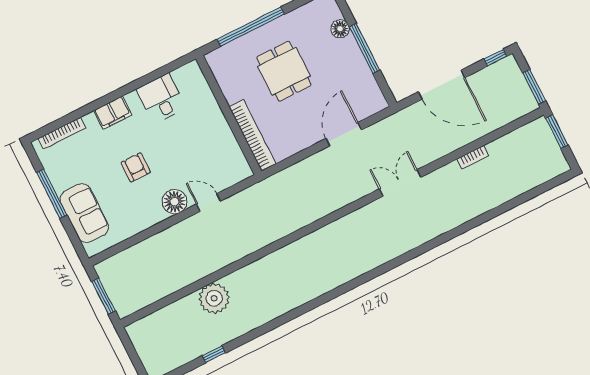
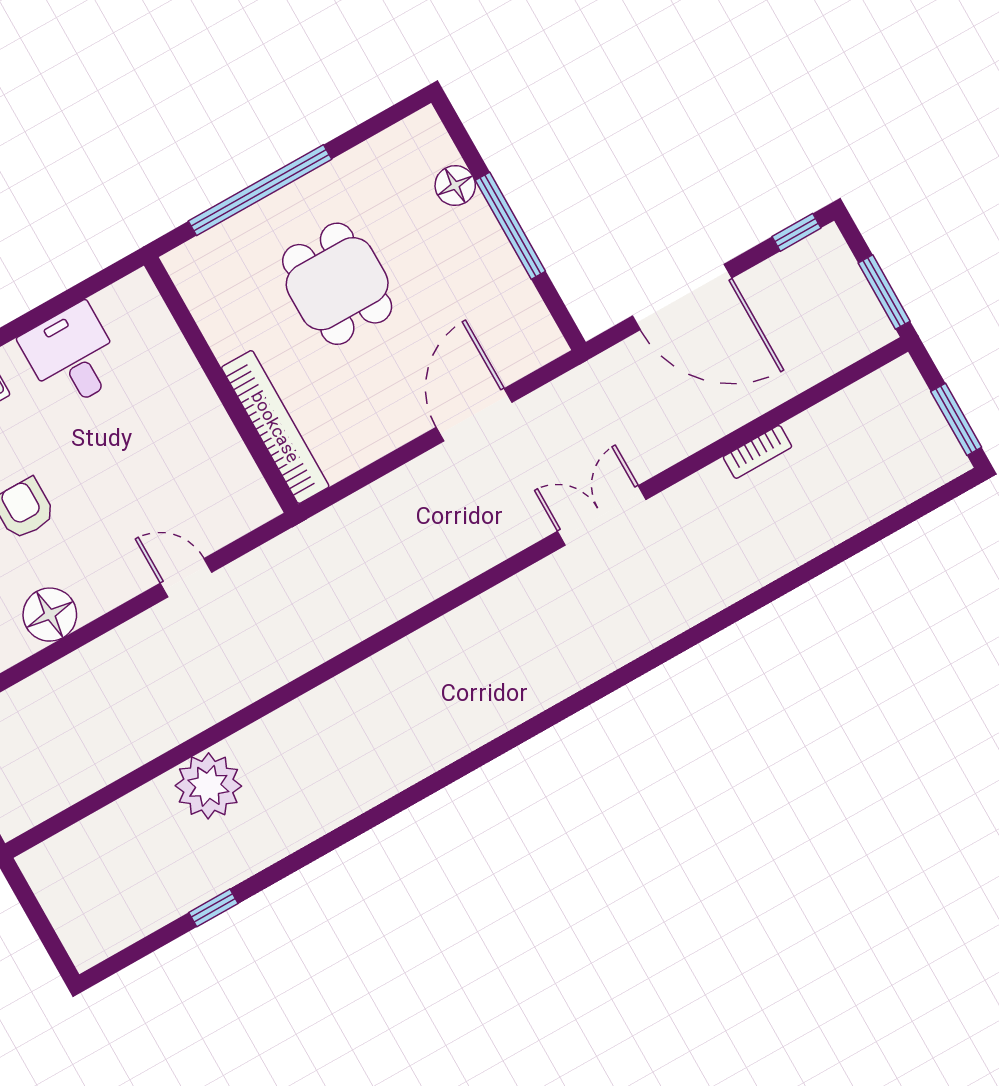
window: (557, 132) -> (956, 419), moved
floor lamp: (174, 202) -> (50, 615), moved

